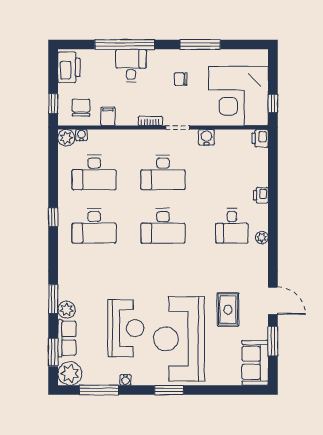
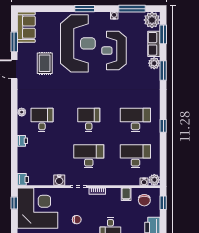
desk: (163, 226) -> (89, 120), width x0.73

